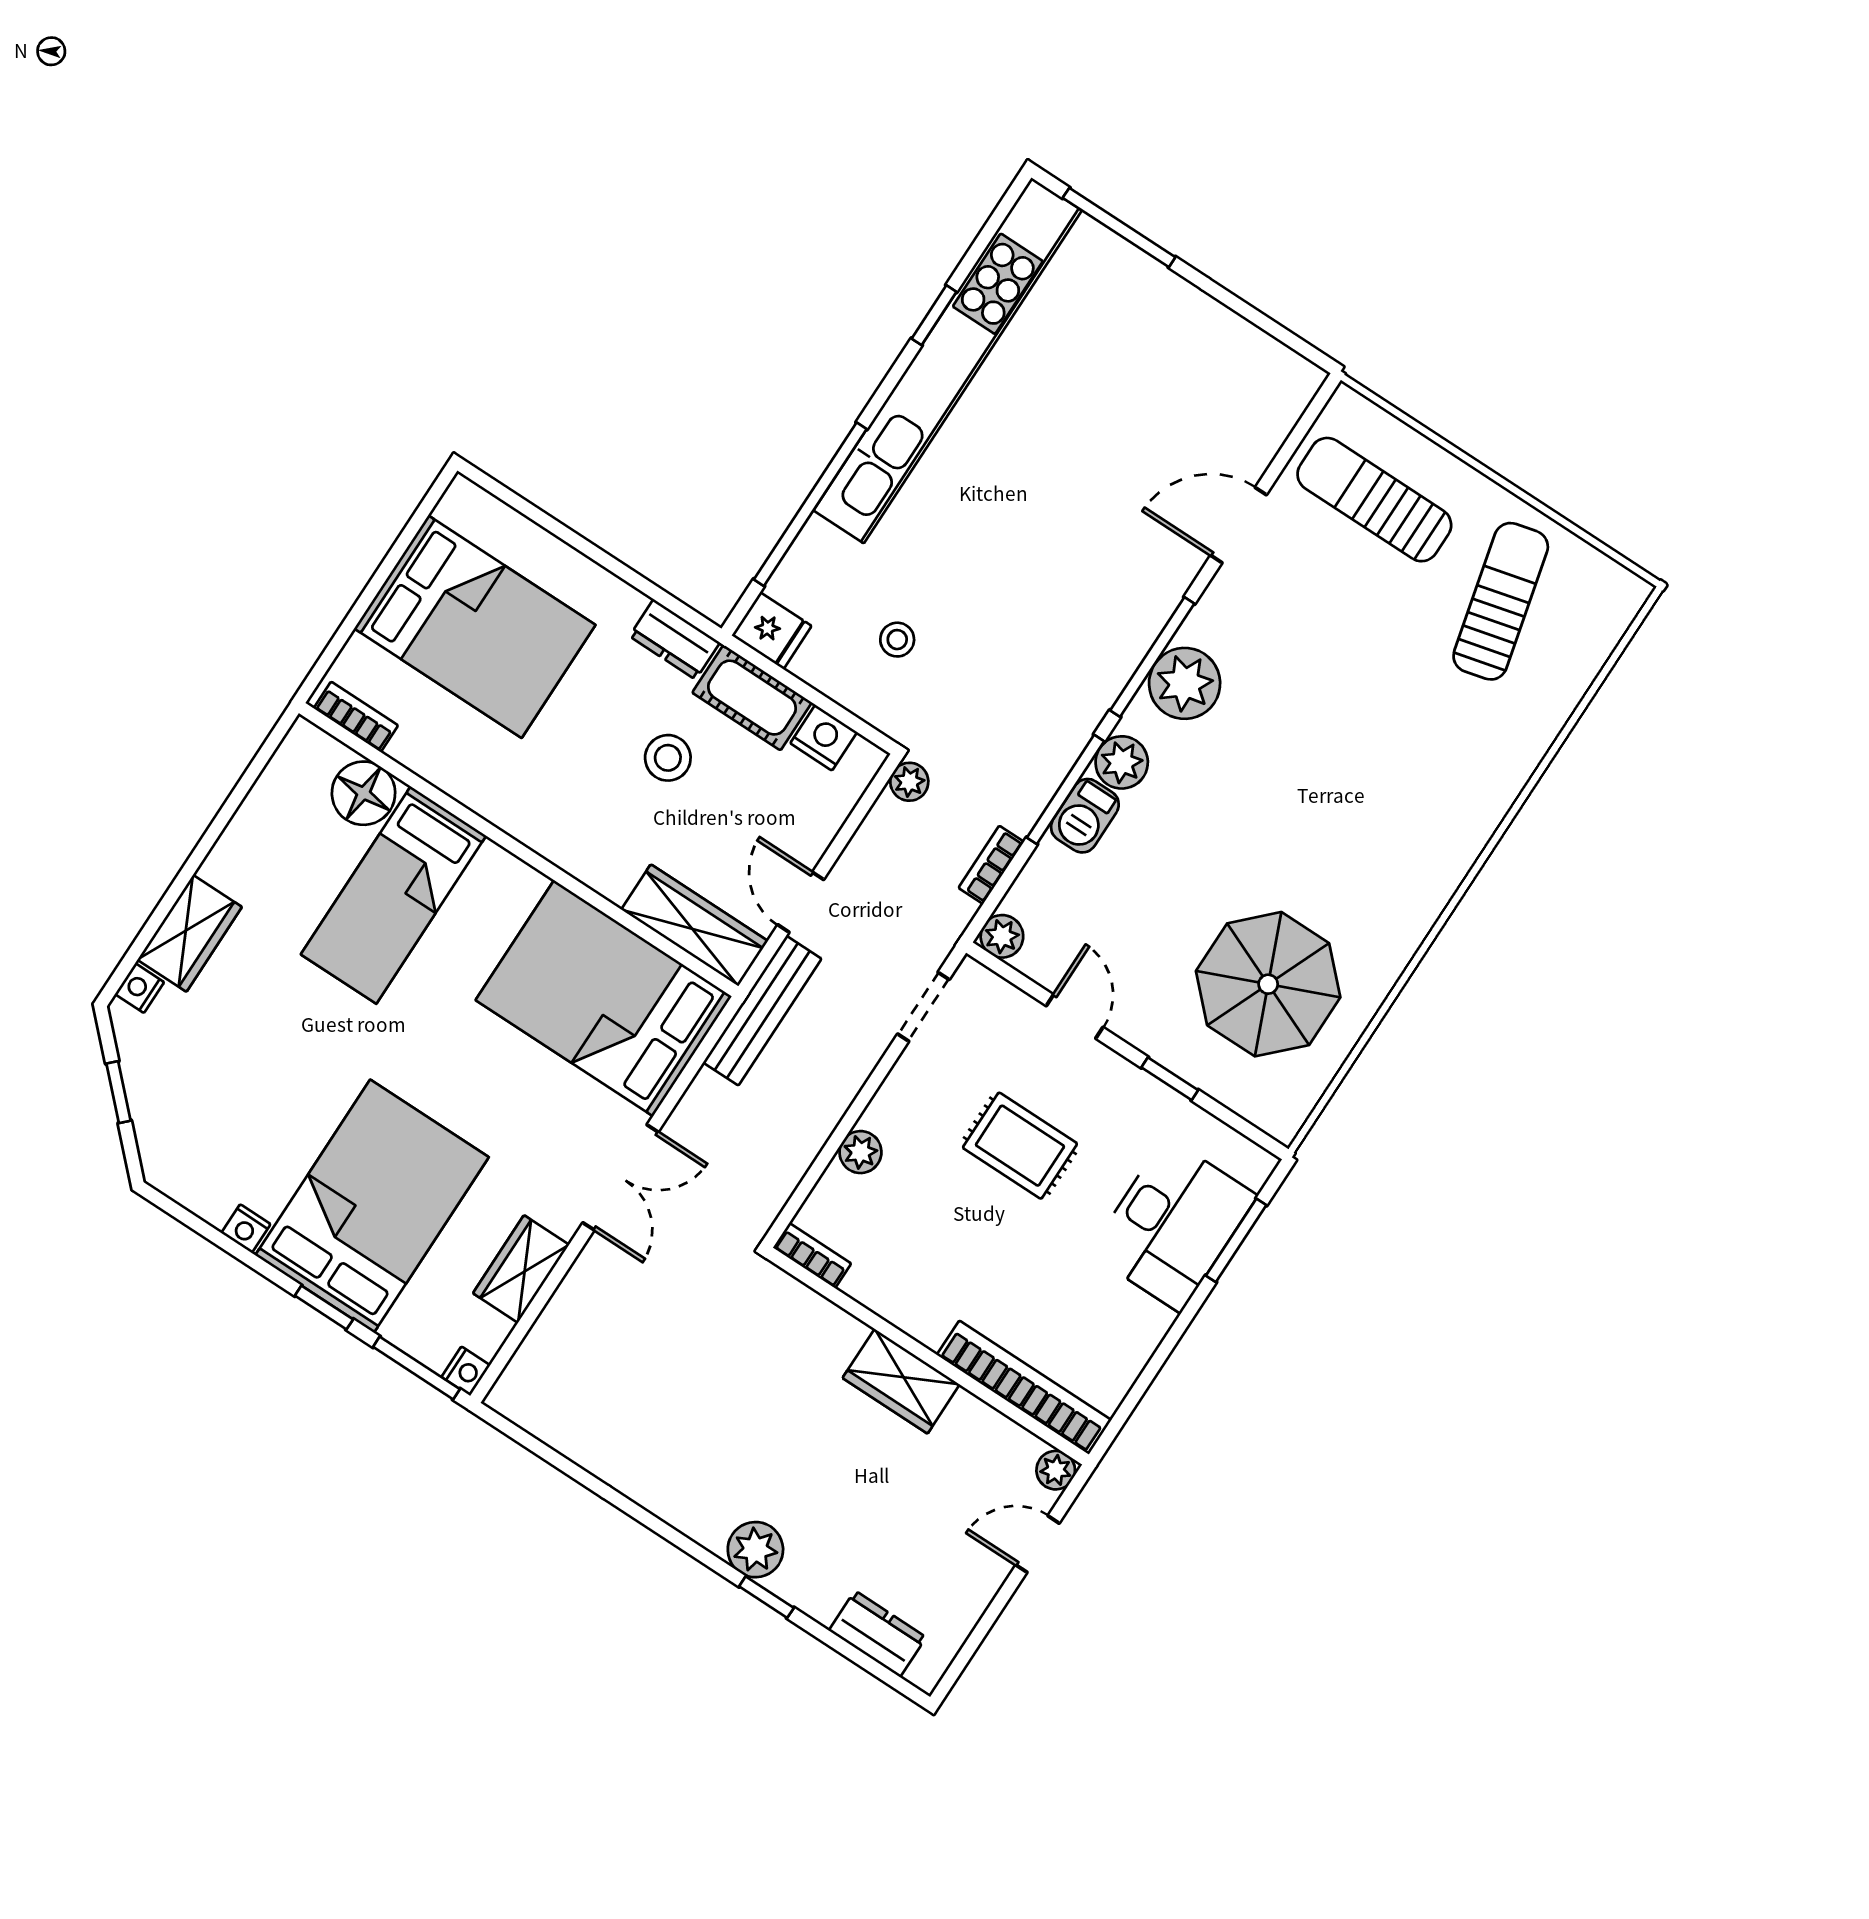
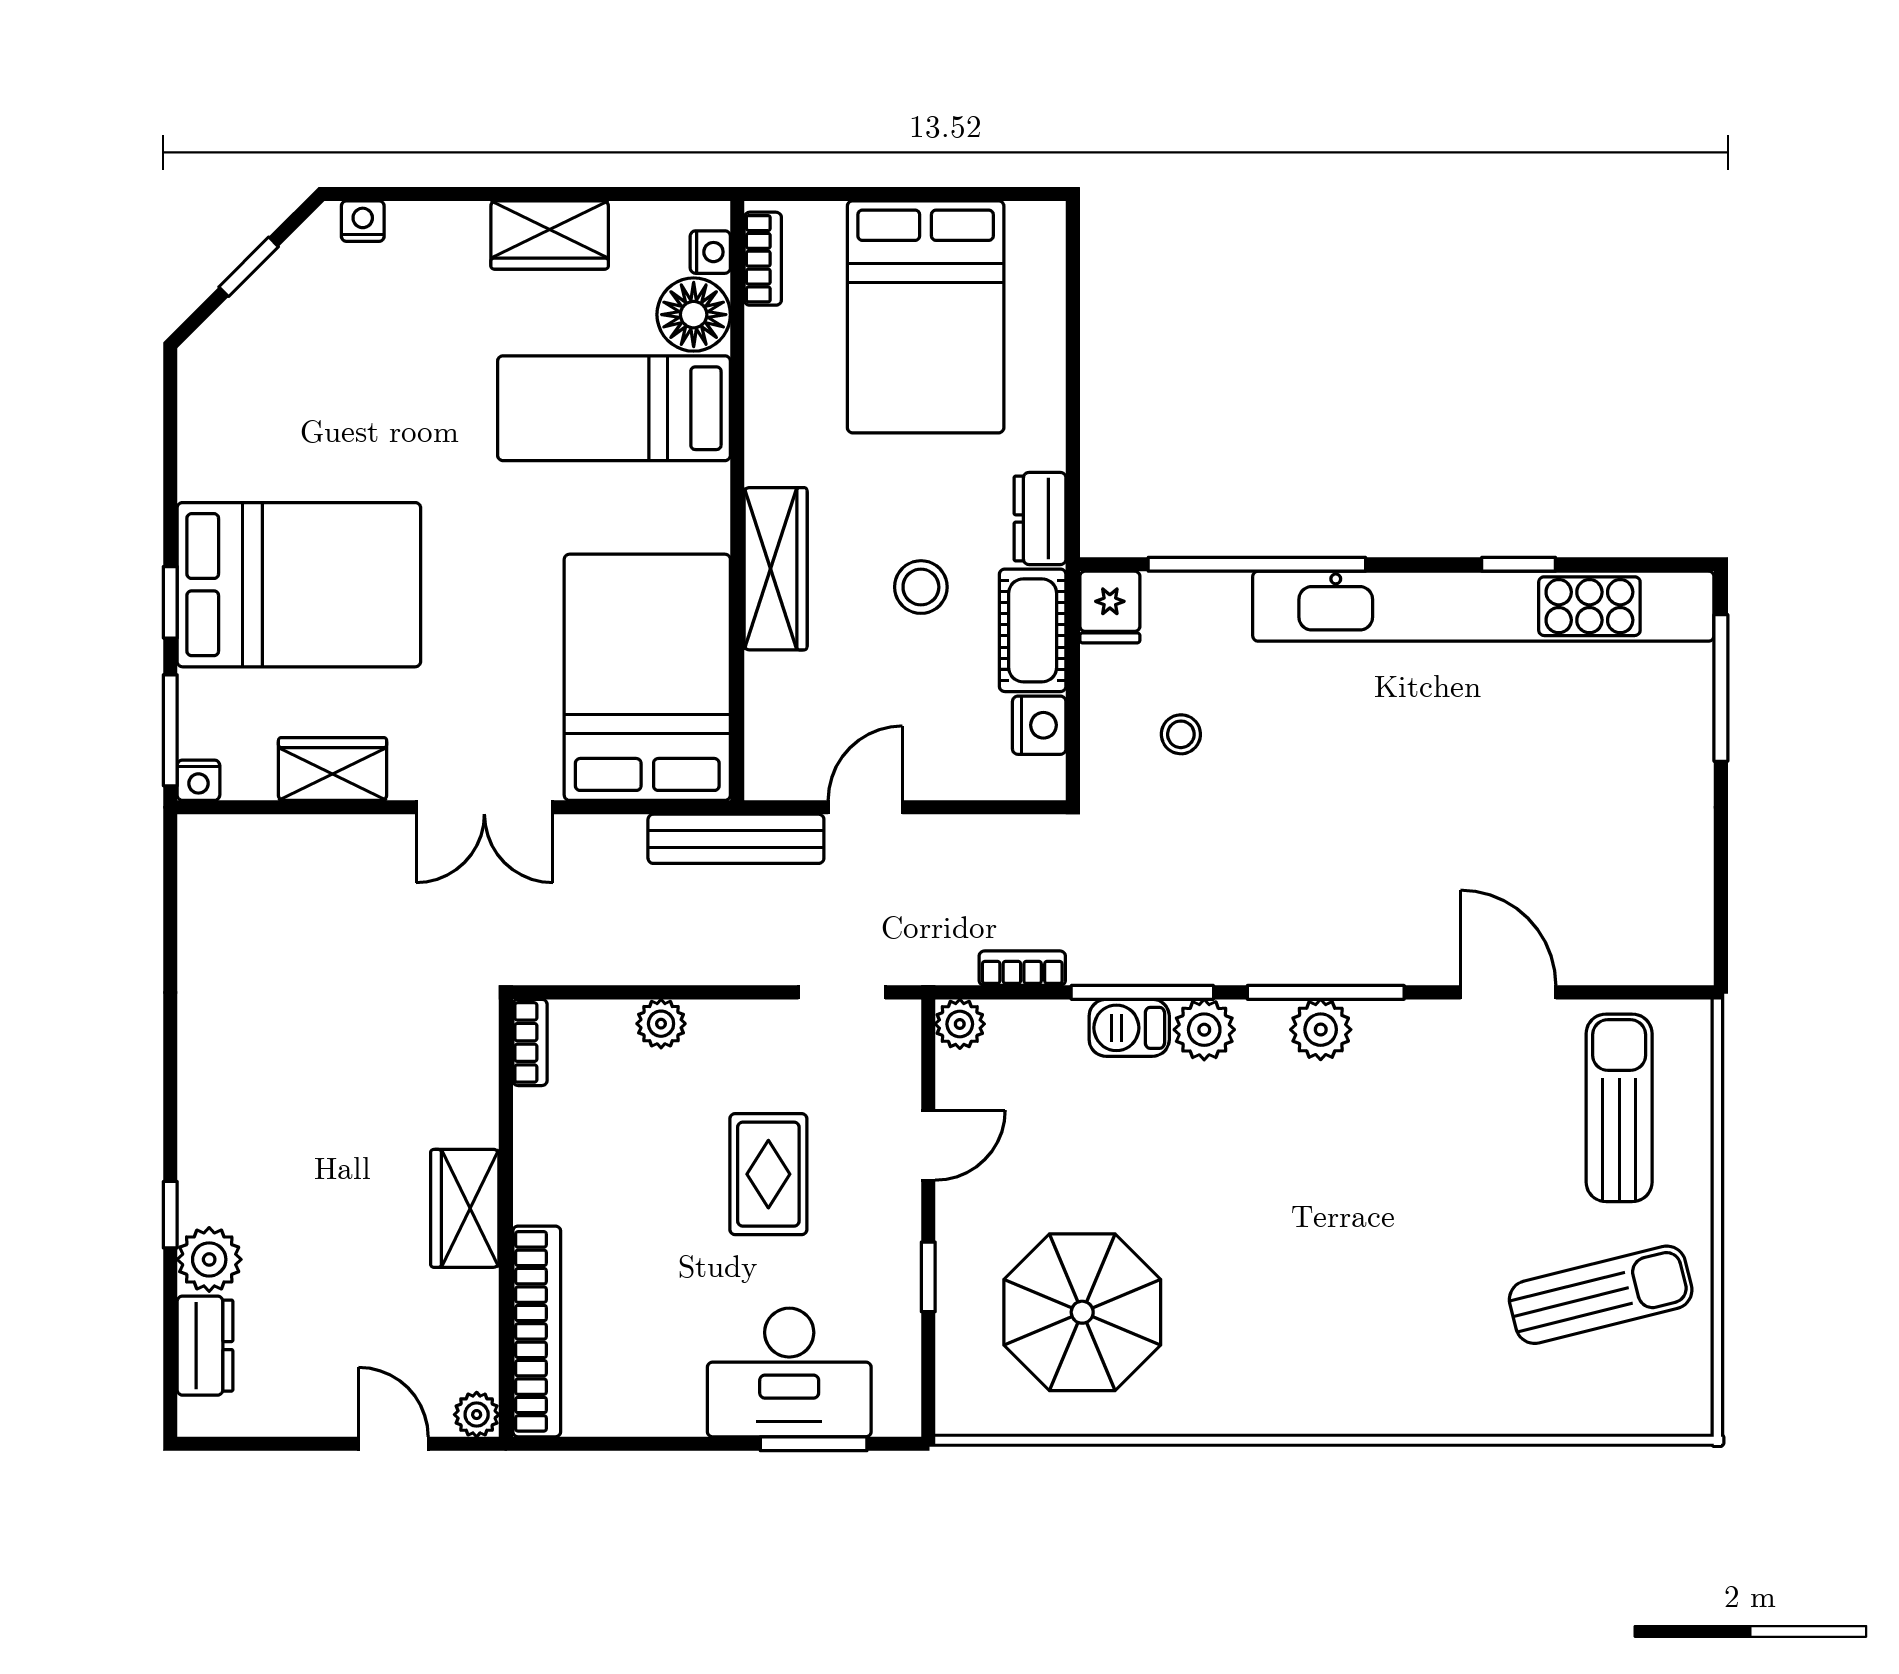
plant: (1185, 683) -> (1321, 1030), width x0.73, depth x0.73
plant: (909, 782) -> (1051, 836), removed
wardrobe: (695, 925) -> (776, 569), moved
wardrobe: (190, 933) -> (550, 235), moved
nightstand: (246, 1229) -> (710, 252), moved, turned 180
plant: (755, 1550) -> (209, 1259), moved

